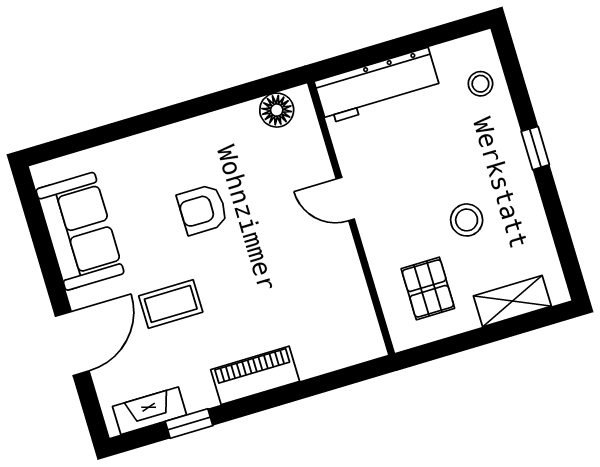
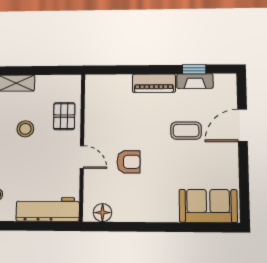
armchair: (203, 209) -> (129, 162), moved
sofa: (80, 231) -> (208, 206), moved, turned 90
pallet: (428, 288) -> (64, 116), moved
fireplace: (150, 411) -> (195, 81), moved

